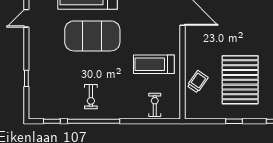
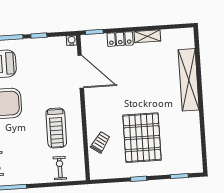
treadmill: (154, 64) -> (56, 128), turned -90

